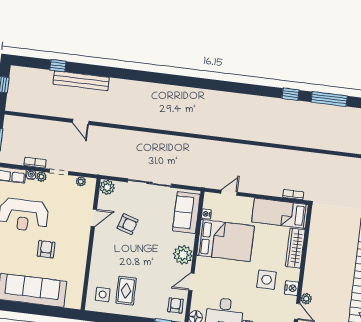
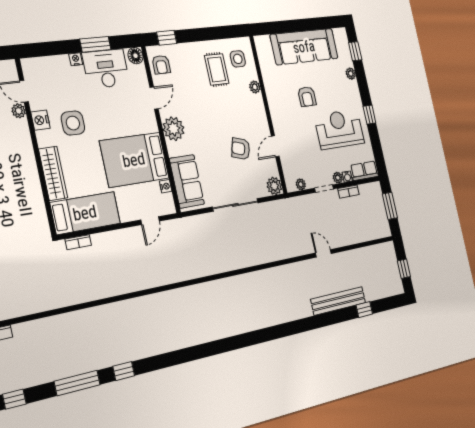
plant: (95, 269) -> (255, 87), added

